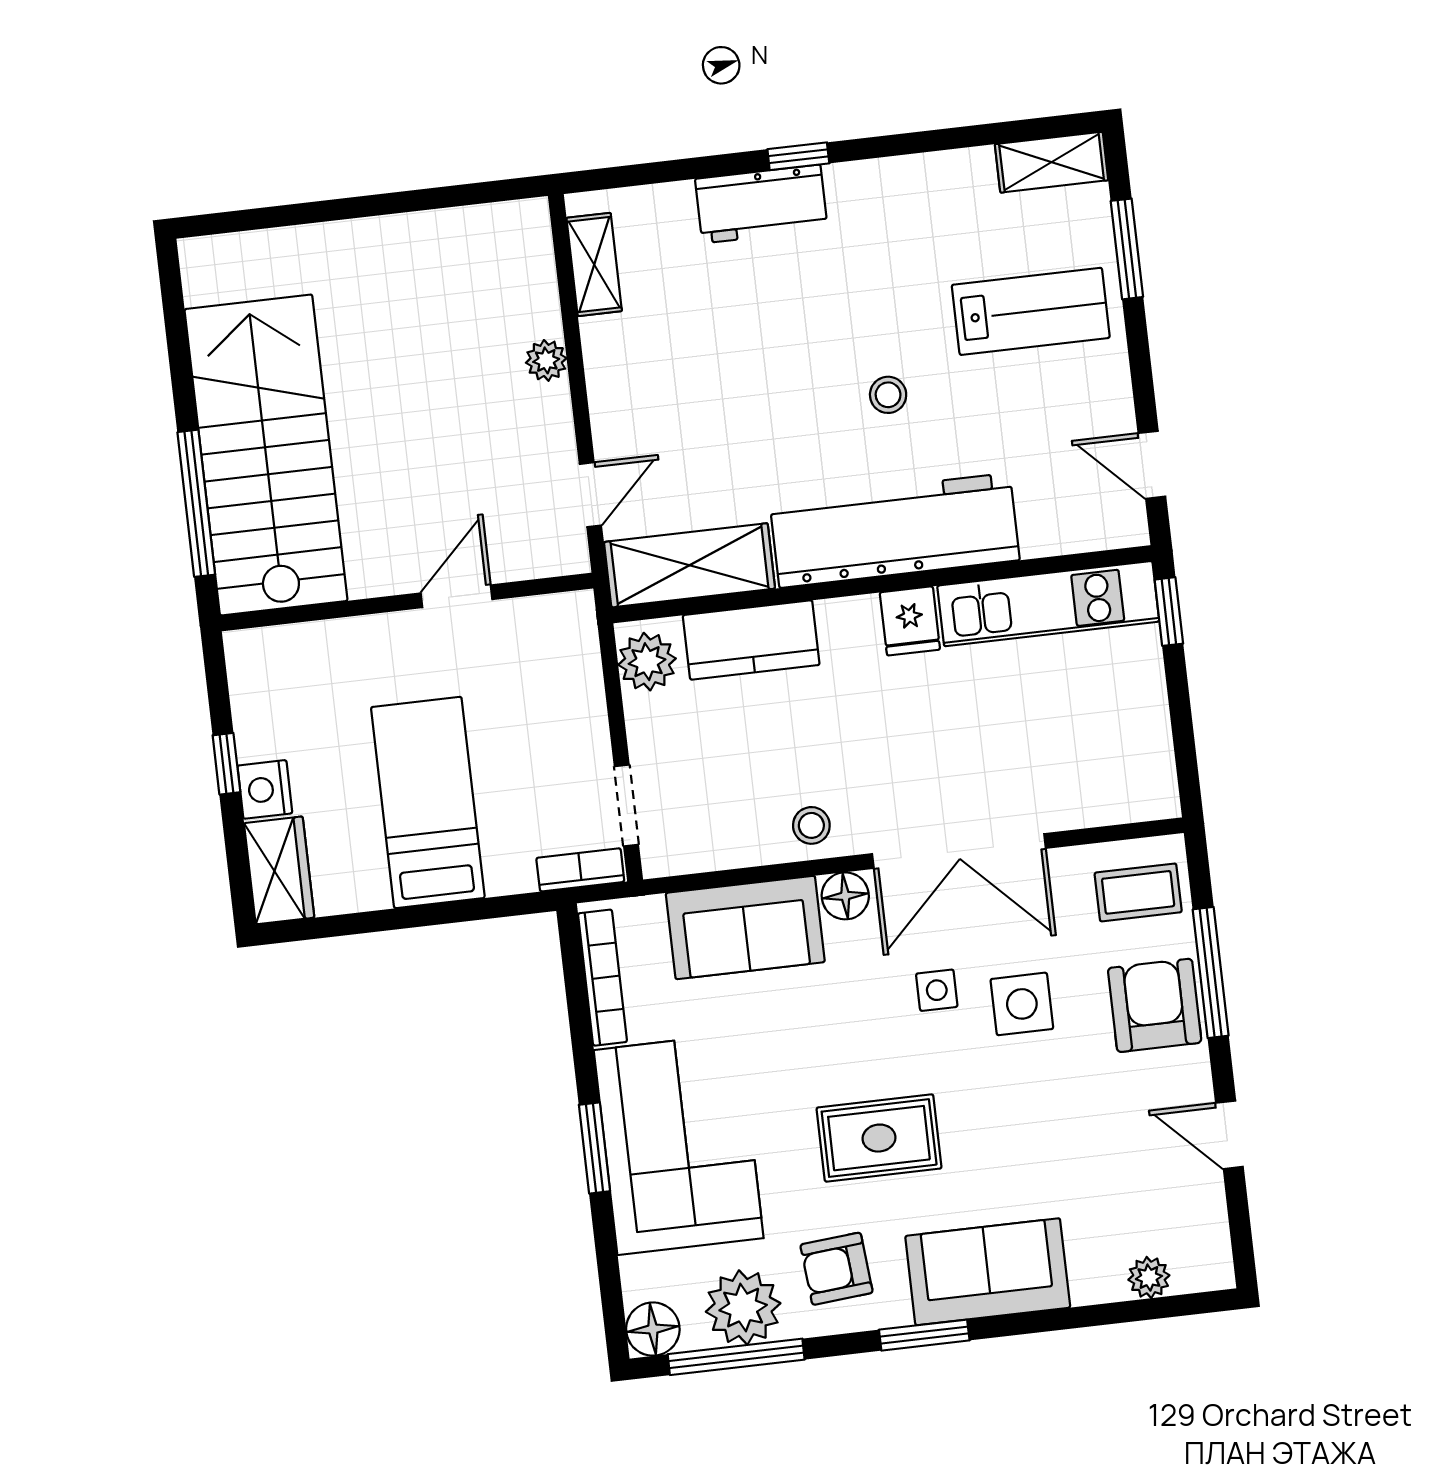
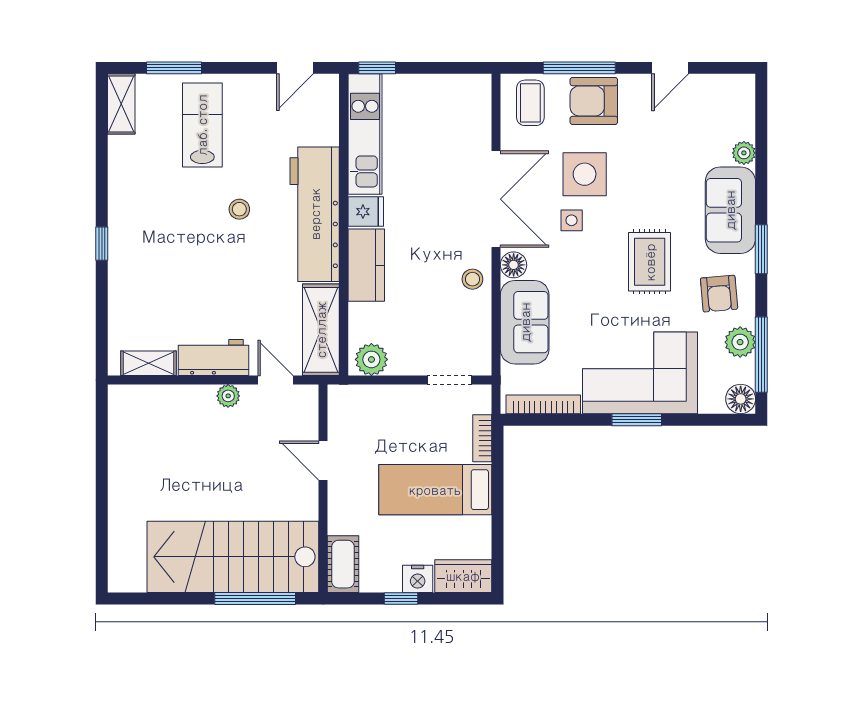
workbench: (761, 204) -> (214, 358), moved, turned -90
plant: (546, 360) -> (228, 396), moved
kitchen counter: (751, 640) -> (366, 265), moved
cot: (276, 653) -> (343, 564), added
bookcase: (580, 870) -> (482, 438), moved
side table: (1022, 1004) -> (585, 174), width x1.37, depth x1.37
plant: (1149, 1278) -> (744, 153), moved
plant: (743, 1308) -> (740, 342), width x0.73, depth x0.73

